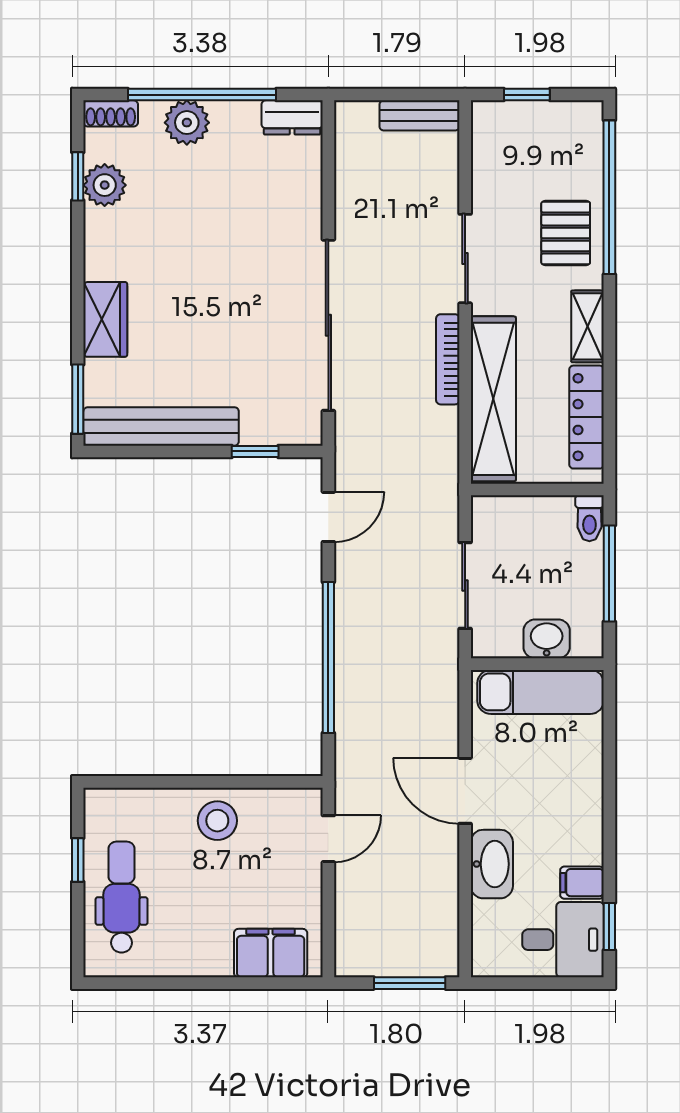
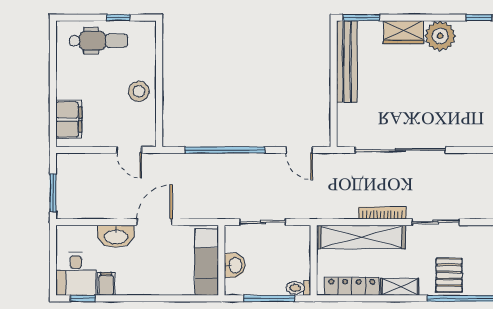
plant: (105, 185) -> (440, 36), moved, width x1.36, depth x1.36
pallet: (566, 233) -> (449, 275), turned 90
window: (255, 451) -> (334, 111), removed

